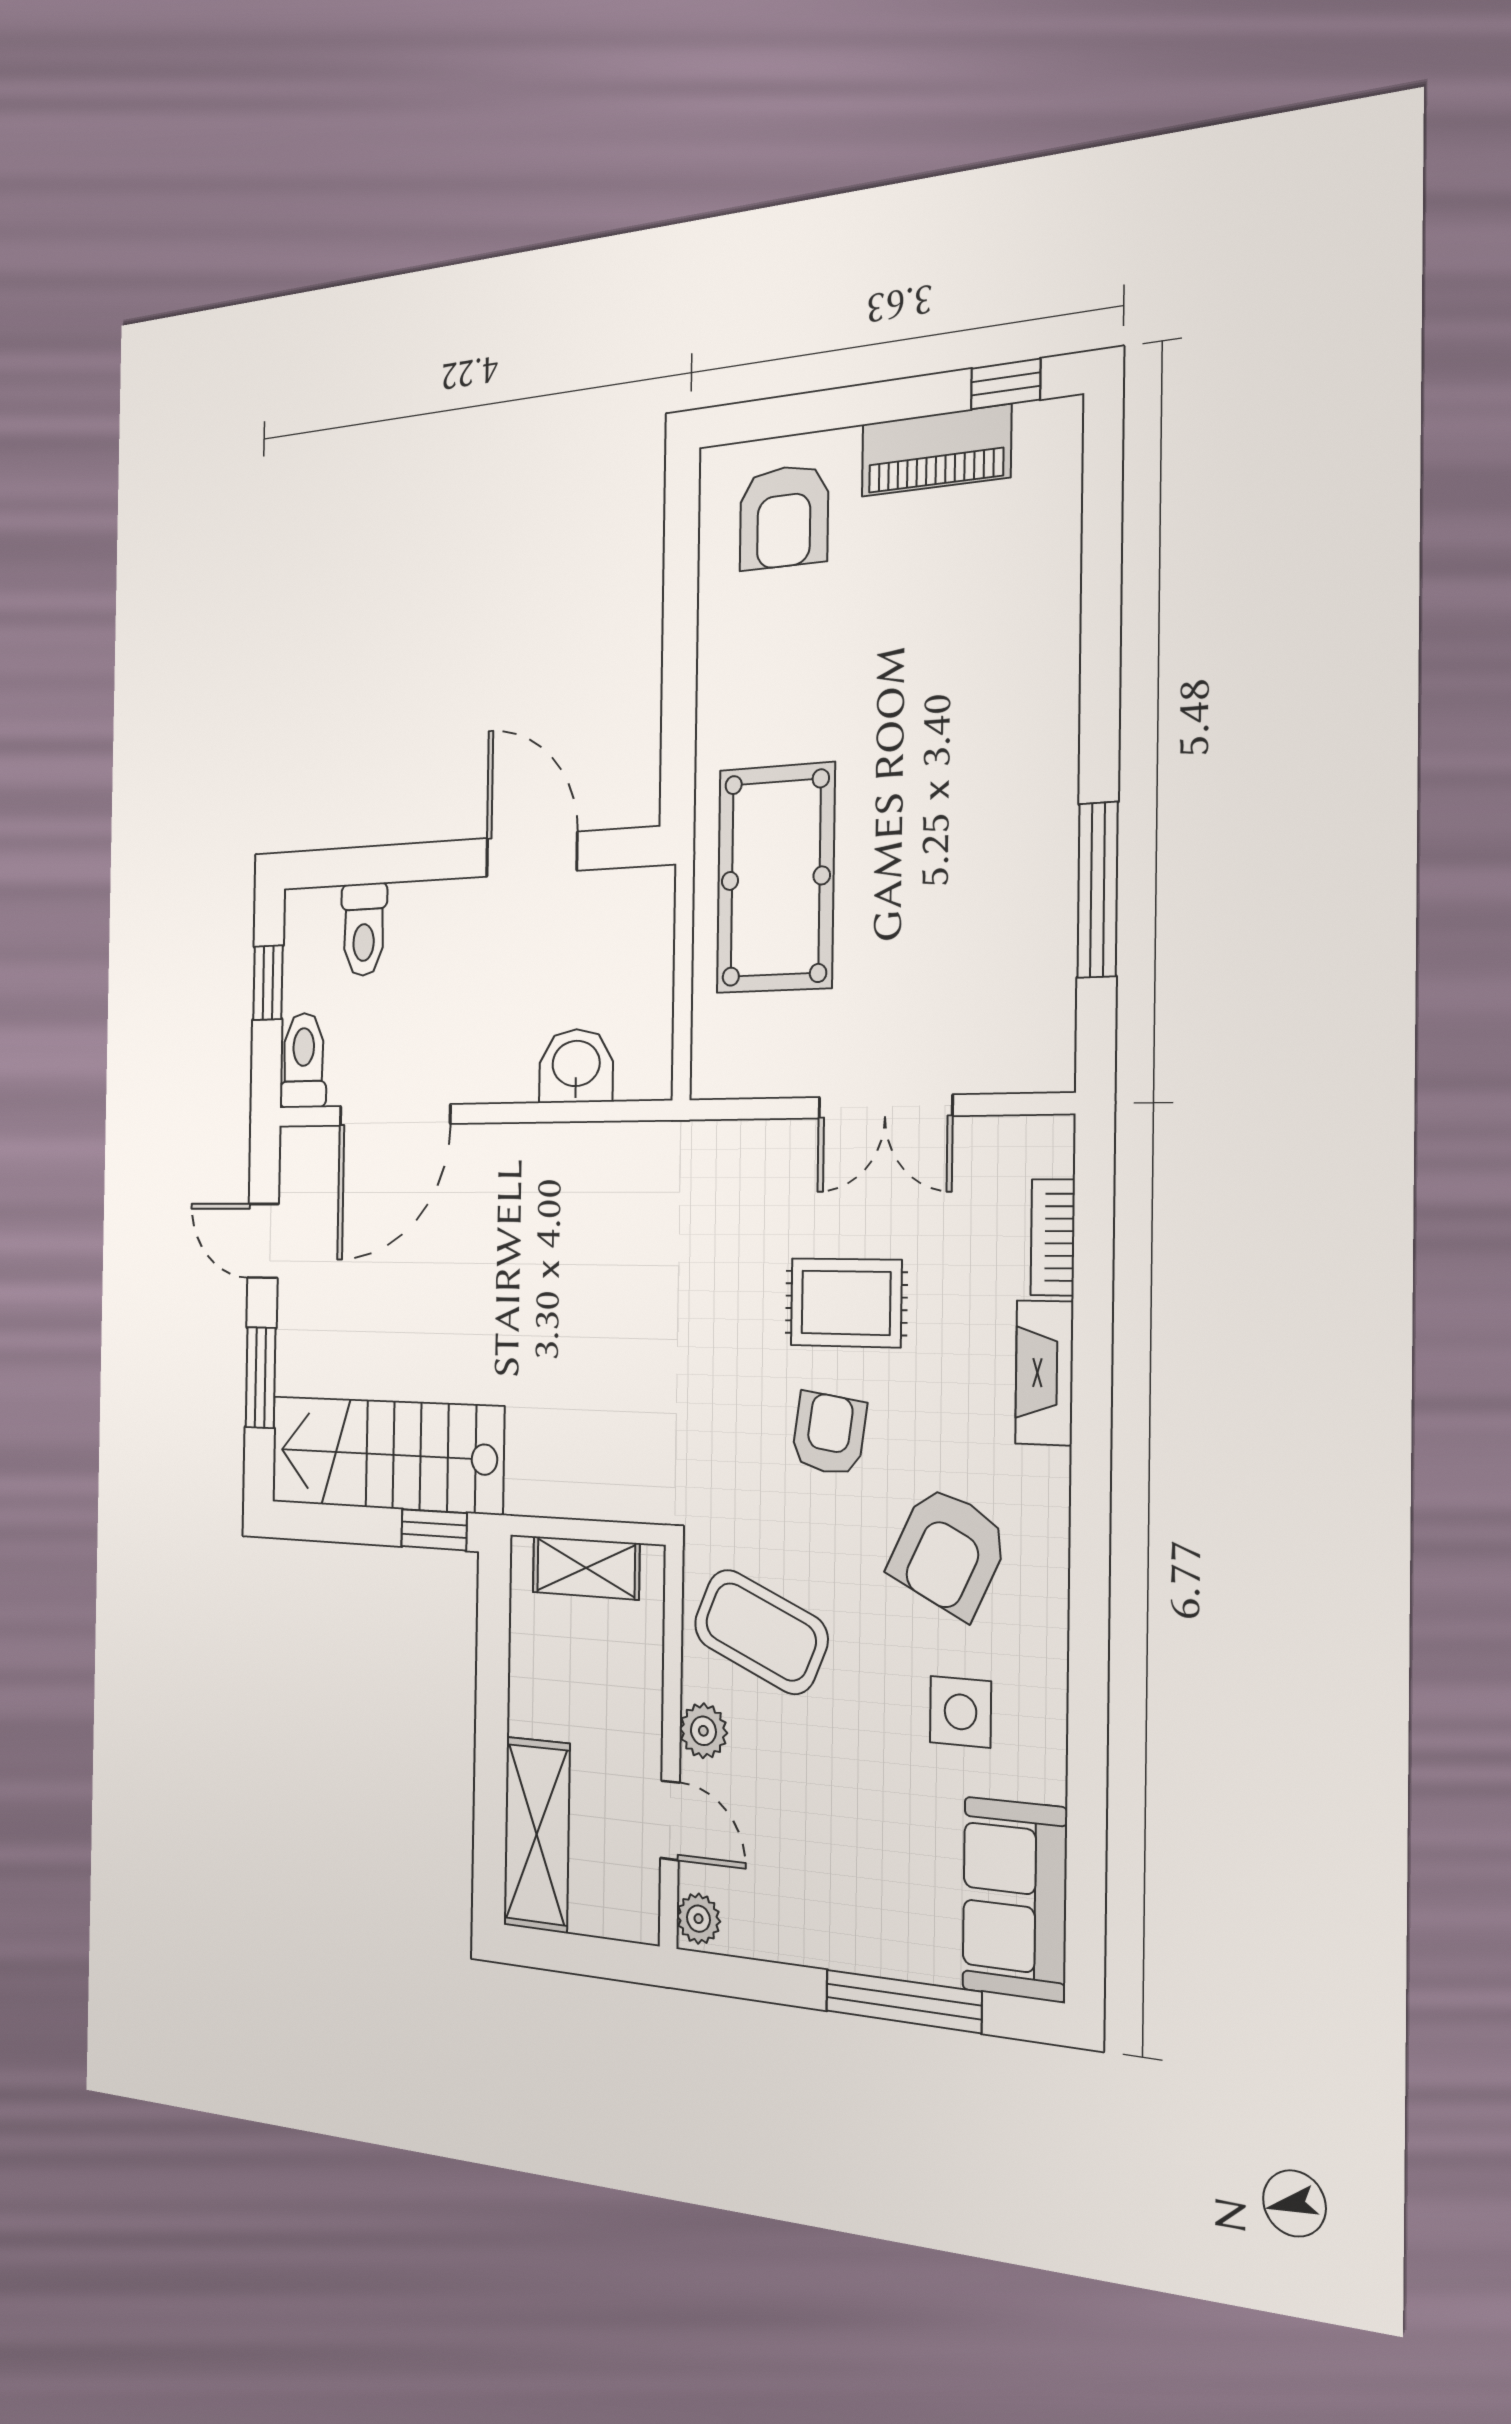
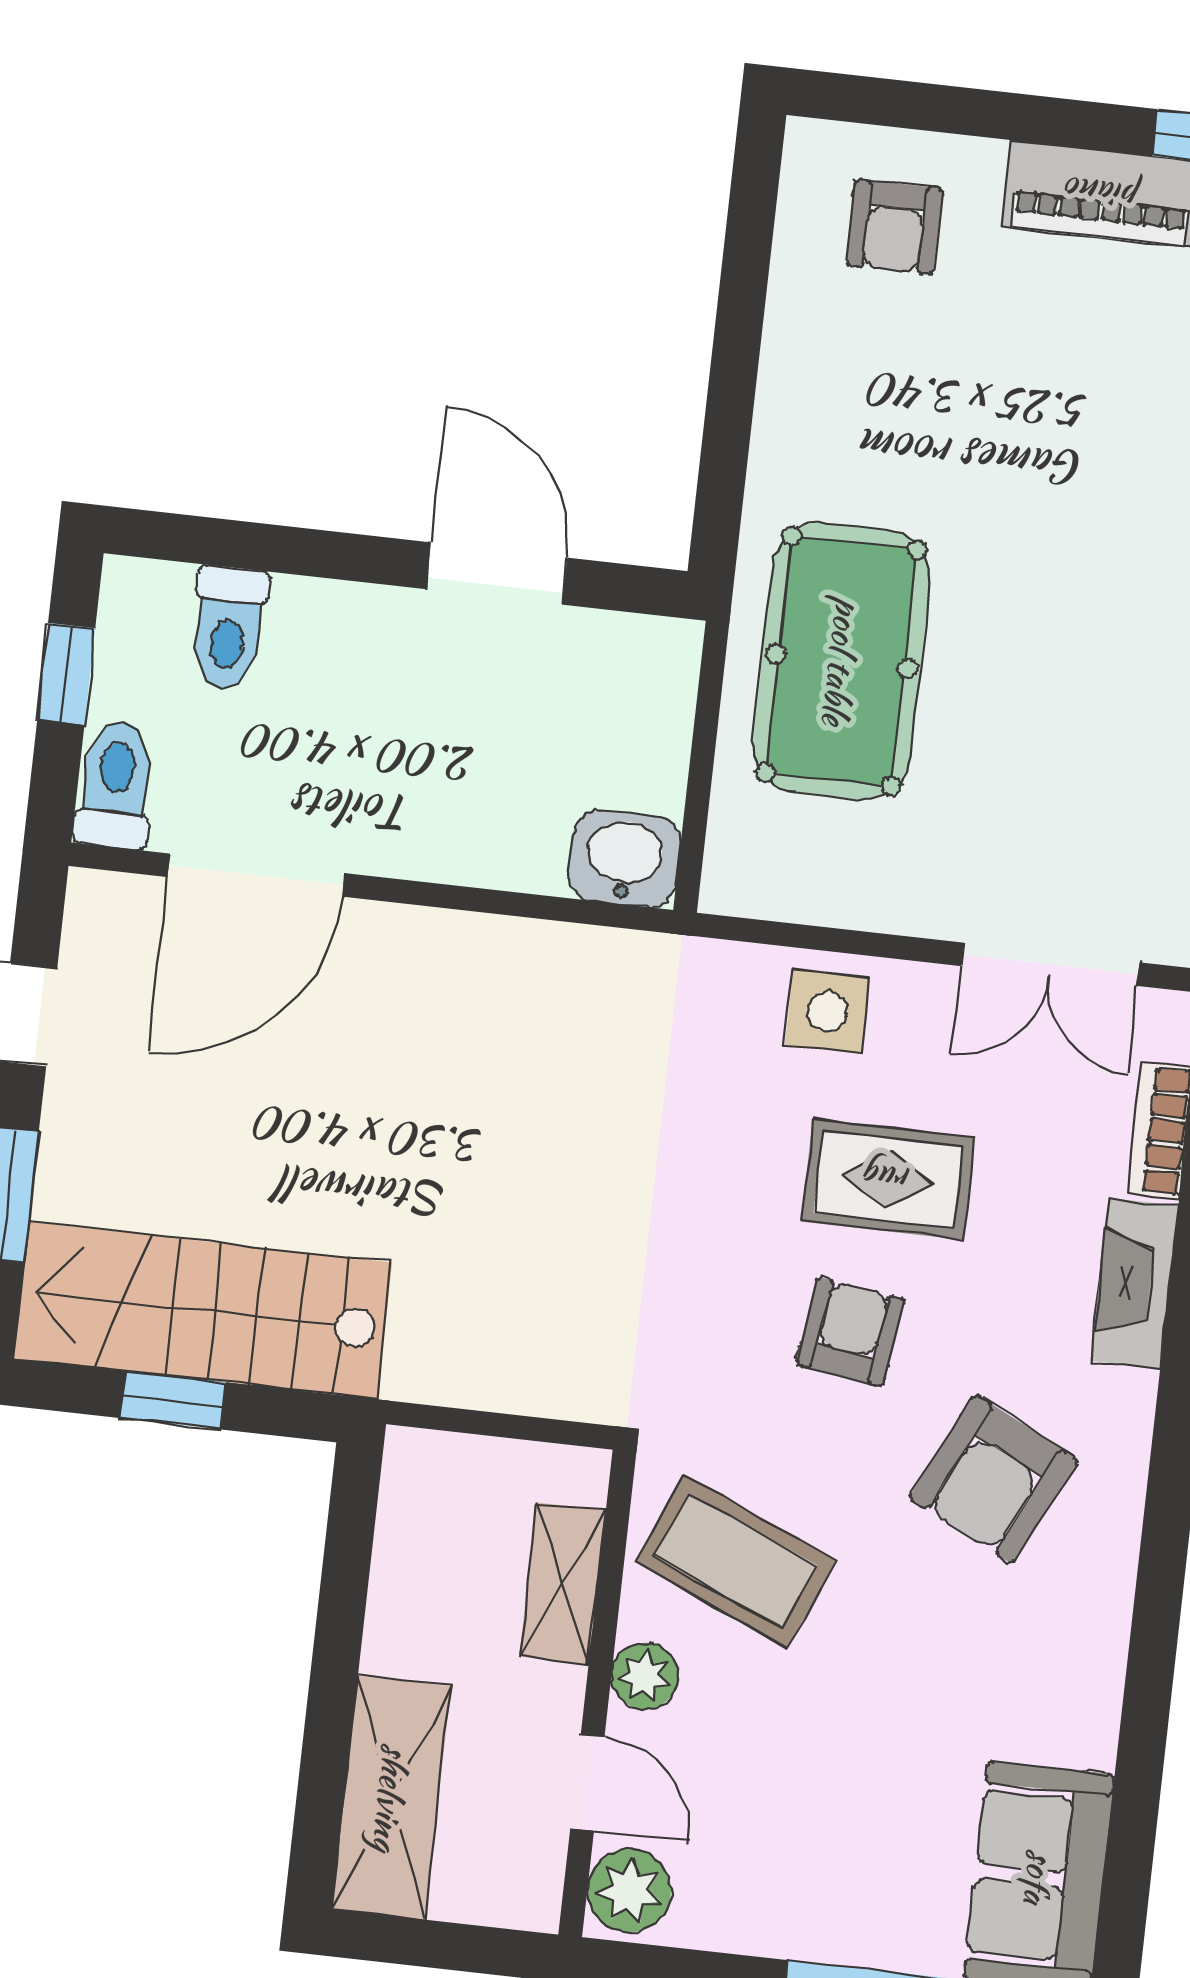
armchair: (784, 517) -> (894, 227), width x0.72, depth x0.72
washbasin: (576, 1066) -> (625, 858), moved
double door: (885, 1107) -> (1050, 964), moved
window: (434, 1530) -> (173, 1400), moved
shelving: (586, 1568) -> (563, 1583), moved, turned 90
side table: (961, 1712) -> (827, 1011), moved
plant: (698, 1919) -> (629, 1891), width x1.38, depth x1.38

